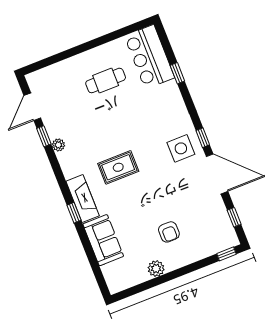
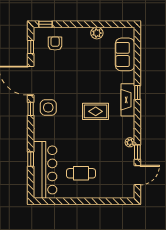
bar counter: (149, 57) -> (45, 170), width x1.36
armchair: (169, 232) -> (55, 43), moved
sofa: (103, 240) -> (125, 54), moved

